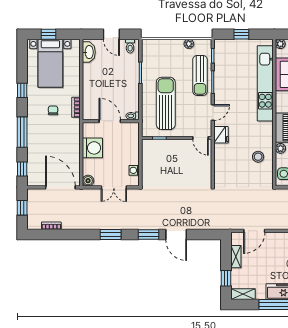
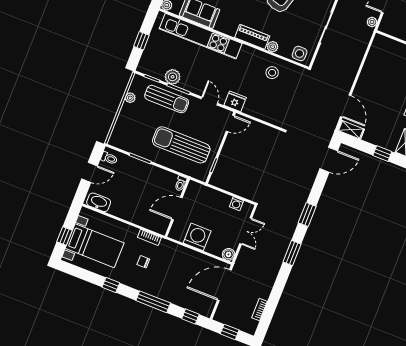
plant: (221, 73) -> (173, 77), added
door: (176, 235) -> (329, 160), moved
shelving: (236, 257) -> (351, 130), moved

